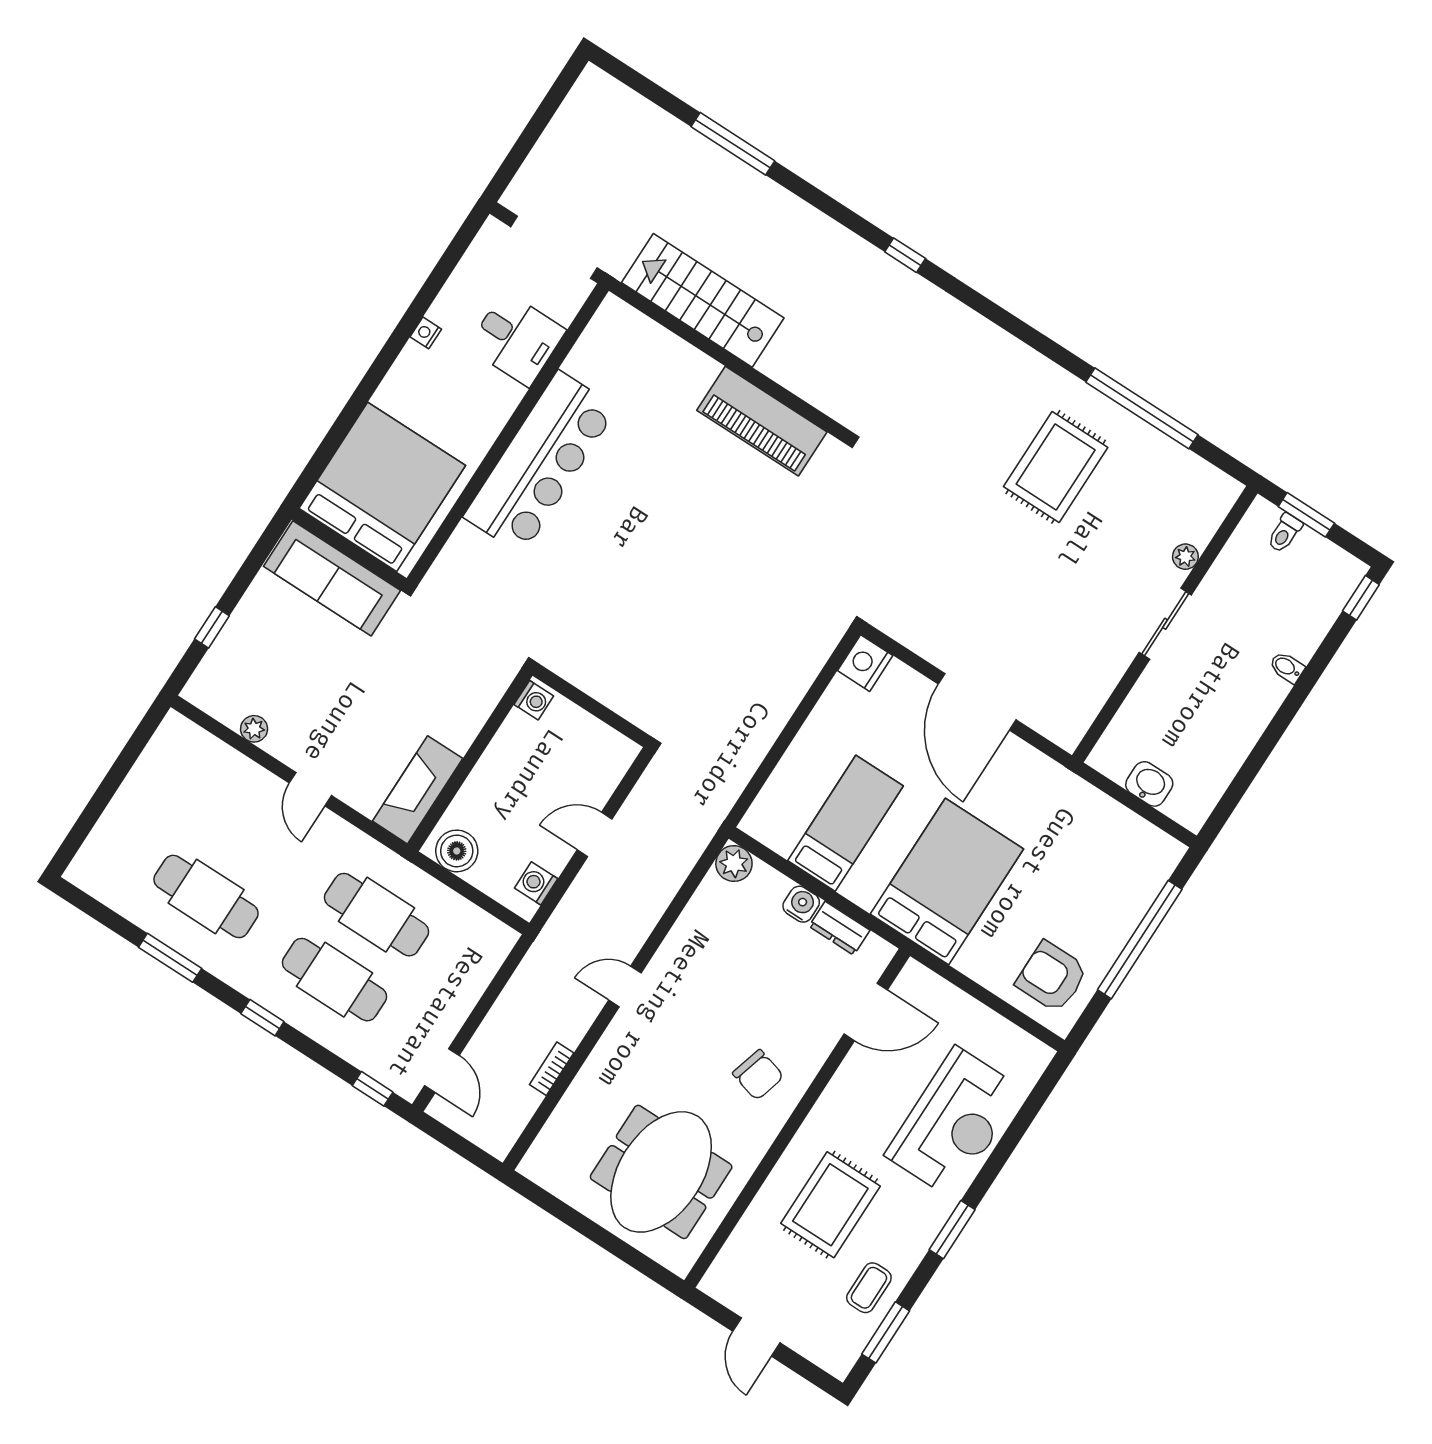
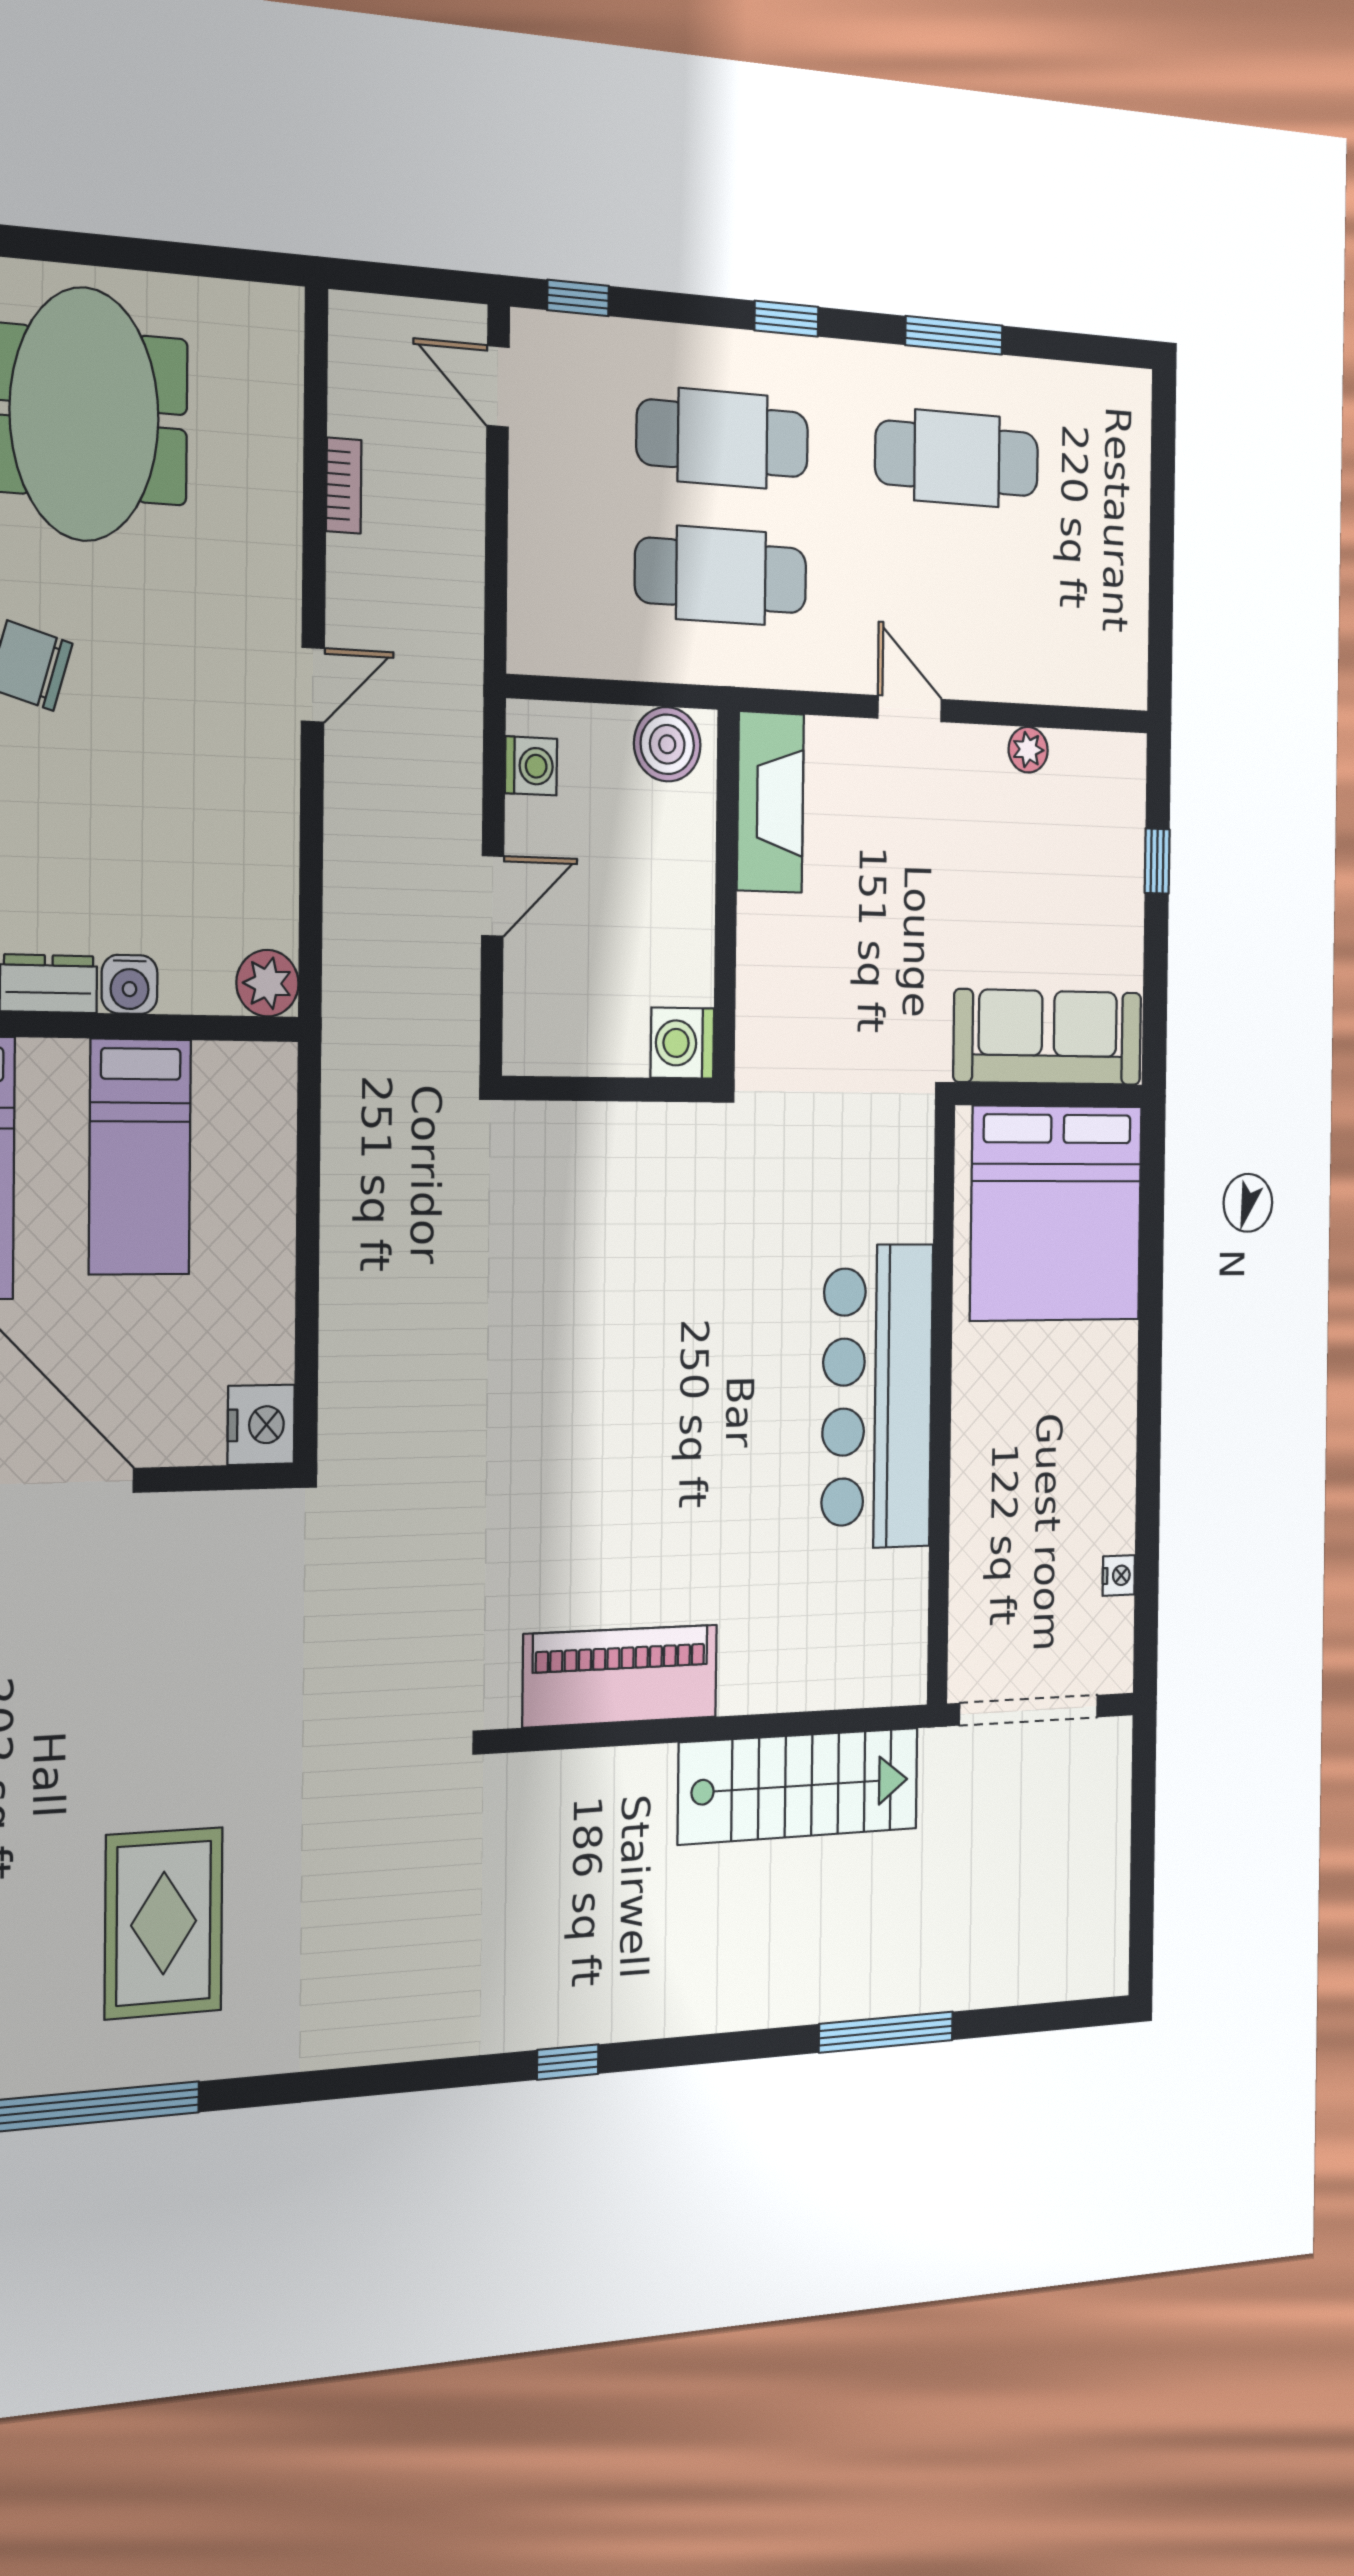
nightstand: (426, 333) -> (1119, 1575), moved
desk: (517, 339) -> (1005, 1548), removed
washing machine: (534, 700) -> (682, 1043), width x1.38, depth x1.38

